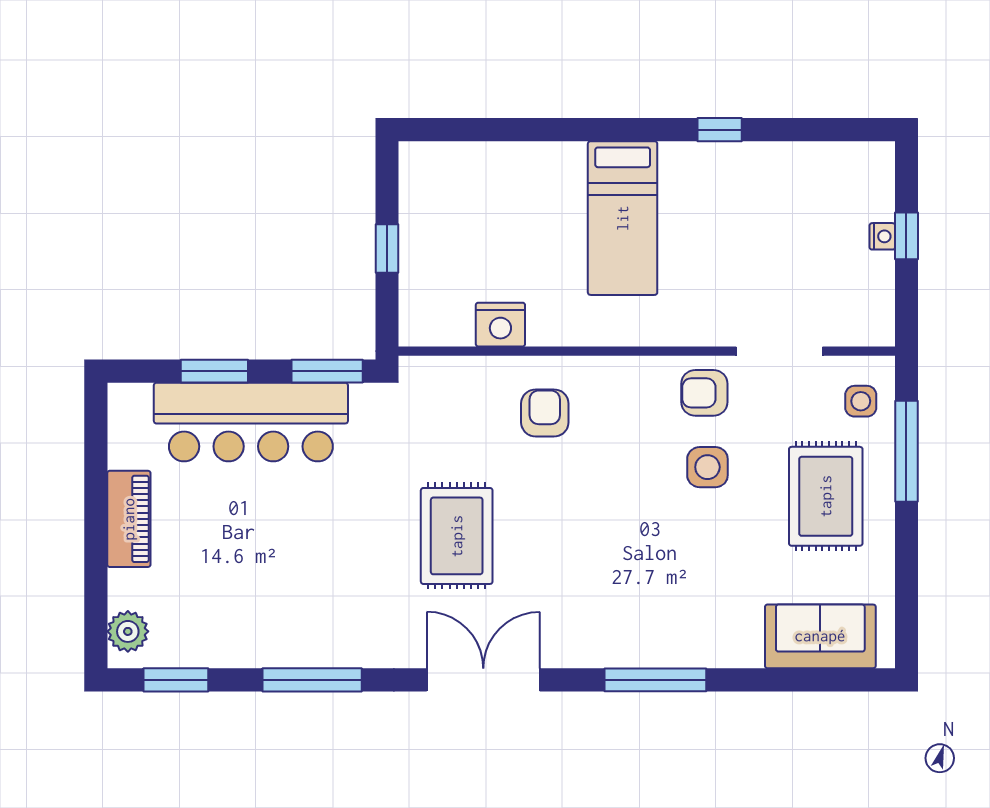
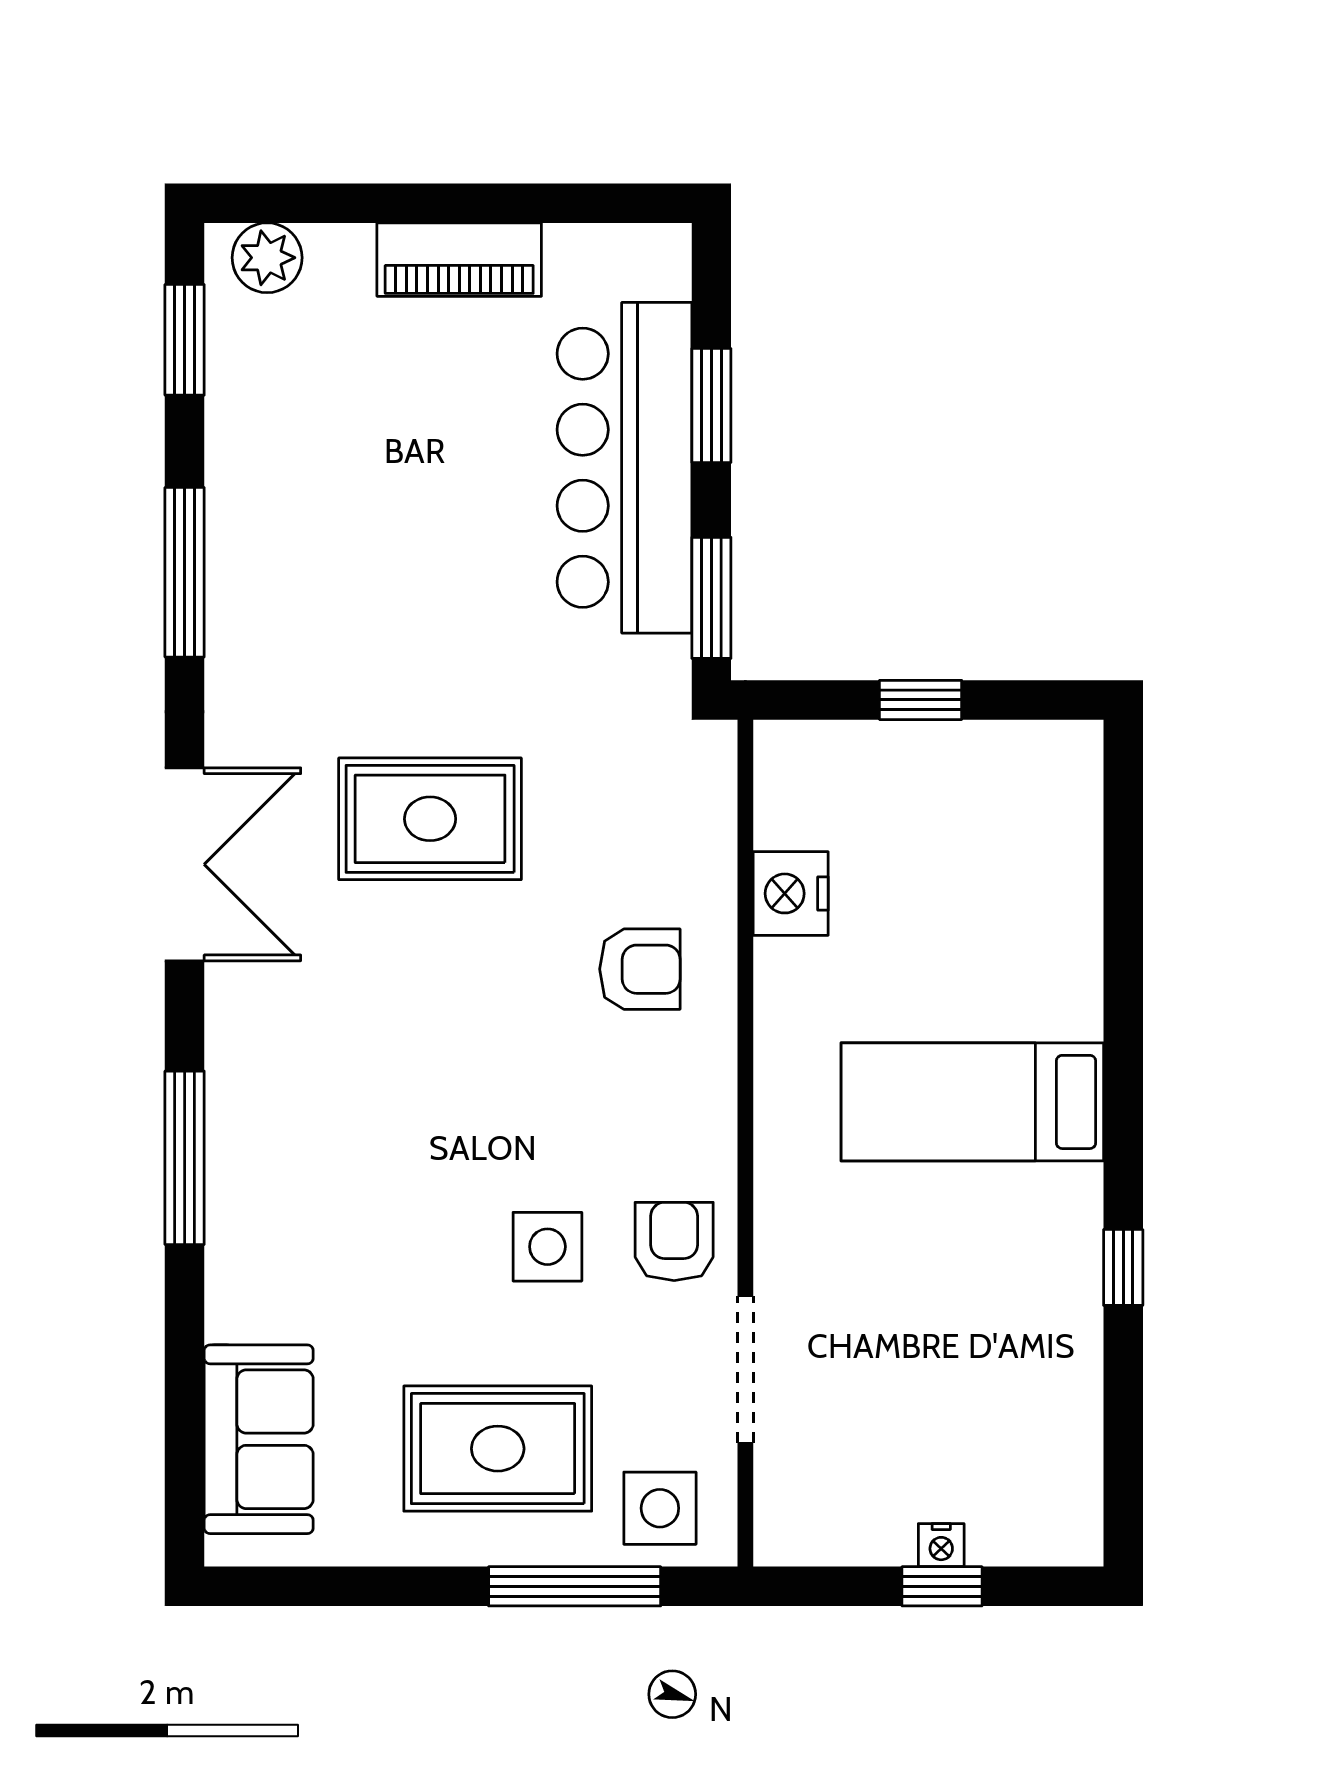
side table: (861, 401) -> (660, 1508), width x1.37, depth x1.37

